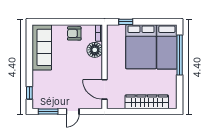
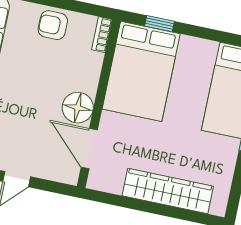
bed: (141, 47) -> (141, 71), moved
floor lamp: (95, 50) -> (78, 108), moved

